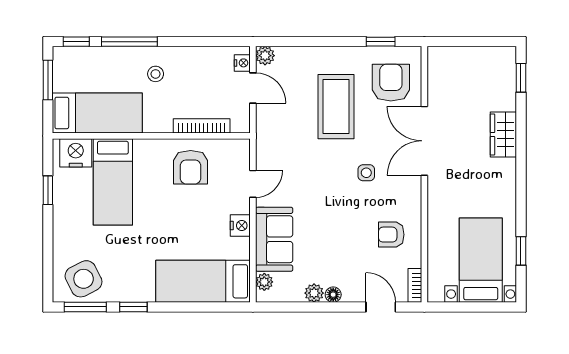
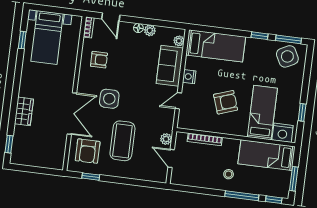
plant: (265, 56) -> (166, 139), moved
nightstand: (242, 63) -> (176, 174), removed
armchair: (191, 167) -> (226, 102), moved, turned 71
side table: (366, 173) -> (109, 99), width x1.87, depth x1.87

